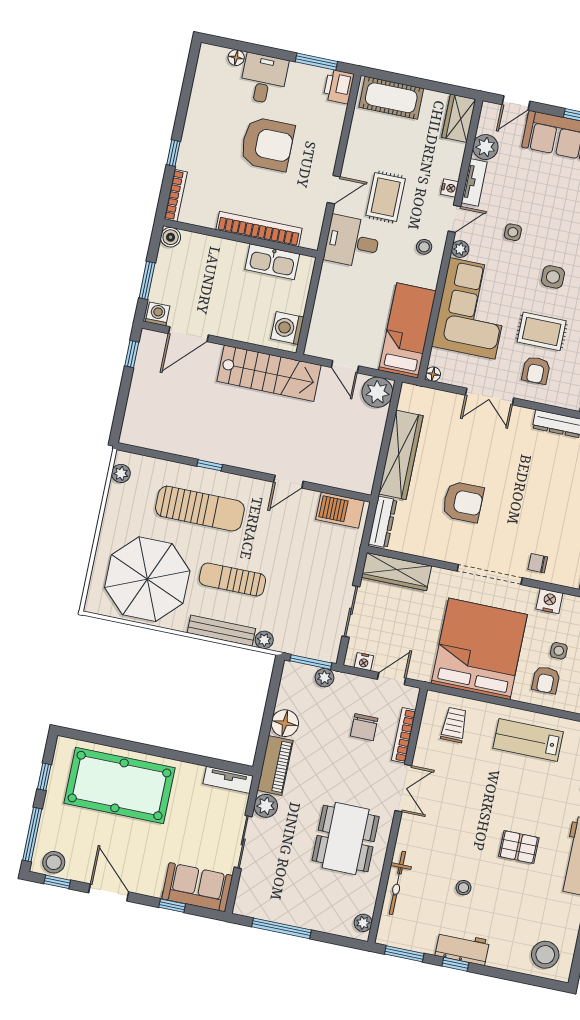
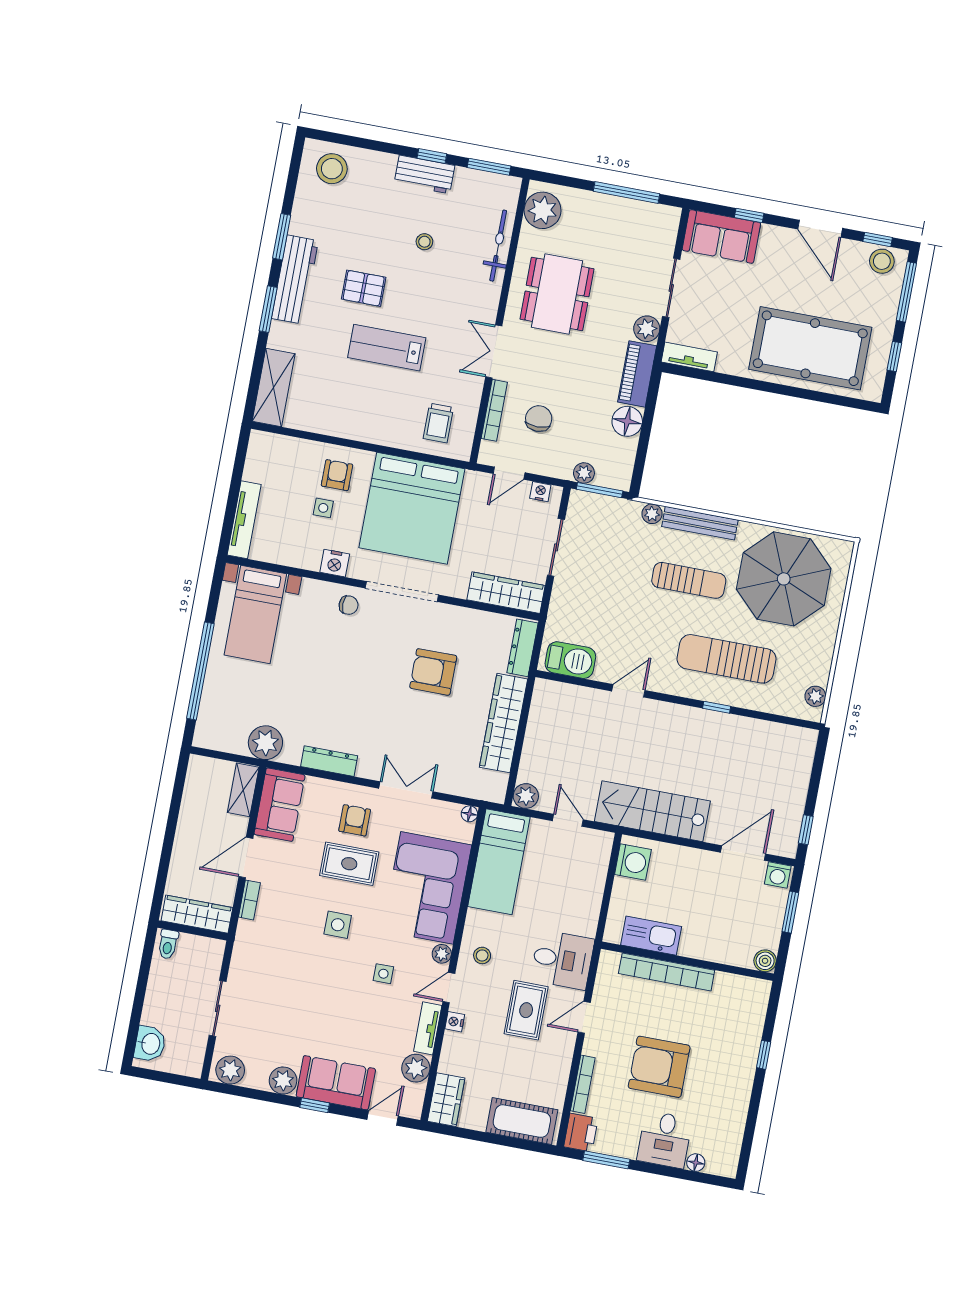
bookcase: (176, 195) -> (583, 1084), moved, turned 180
plant: (377, 392) -> (526, 796), width x0.73, depth x0.73
lab bench: (528, 740) -> (387, 348), moved, turned 180
plant: (363, 923) -> (543, 210), width x1.87, depth x1.87

